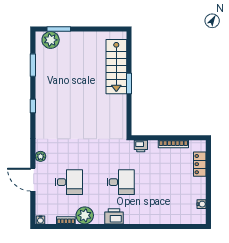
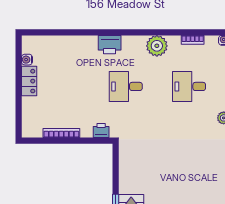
locker: (200, 164) -> (29, 81), moved
plant: (85, 215) -> (157, 46), moved
printer: (114, 216) -> (110, 45), moved

